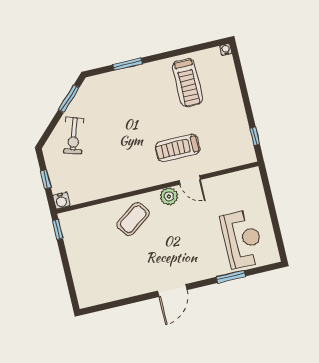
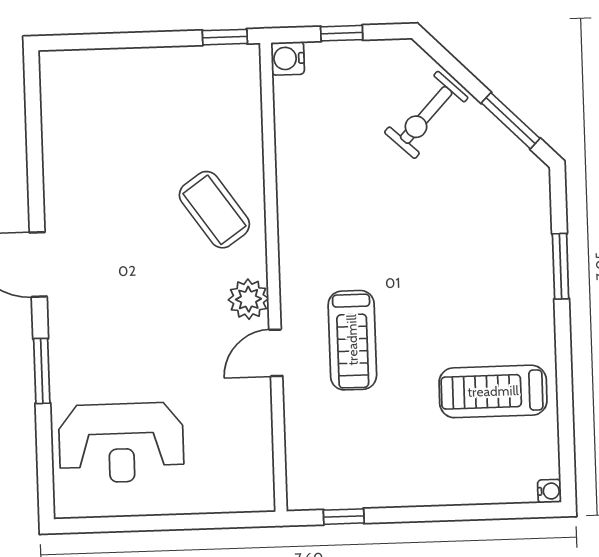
exercise bike: (74, 136) -> (426, 115), turned -64
treadmill: (178, 148) -> (352, 340), turned 180
window: (231, 277) -> (42, 371), moved

